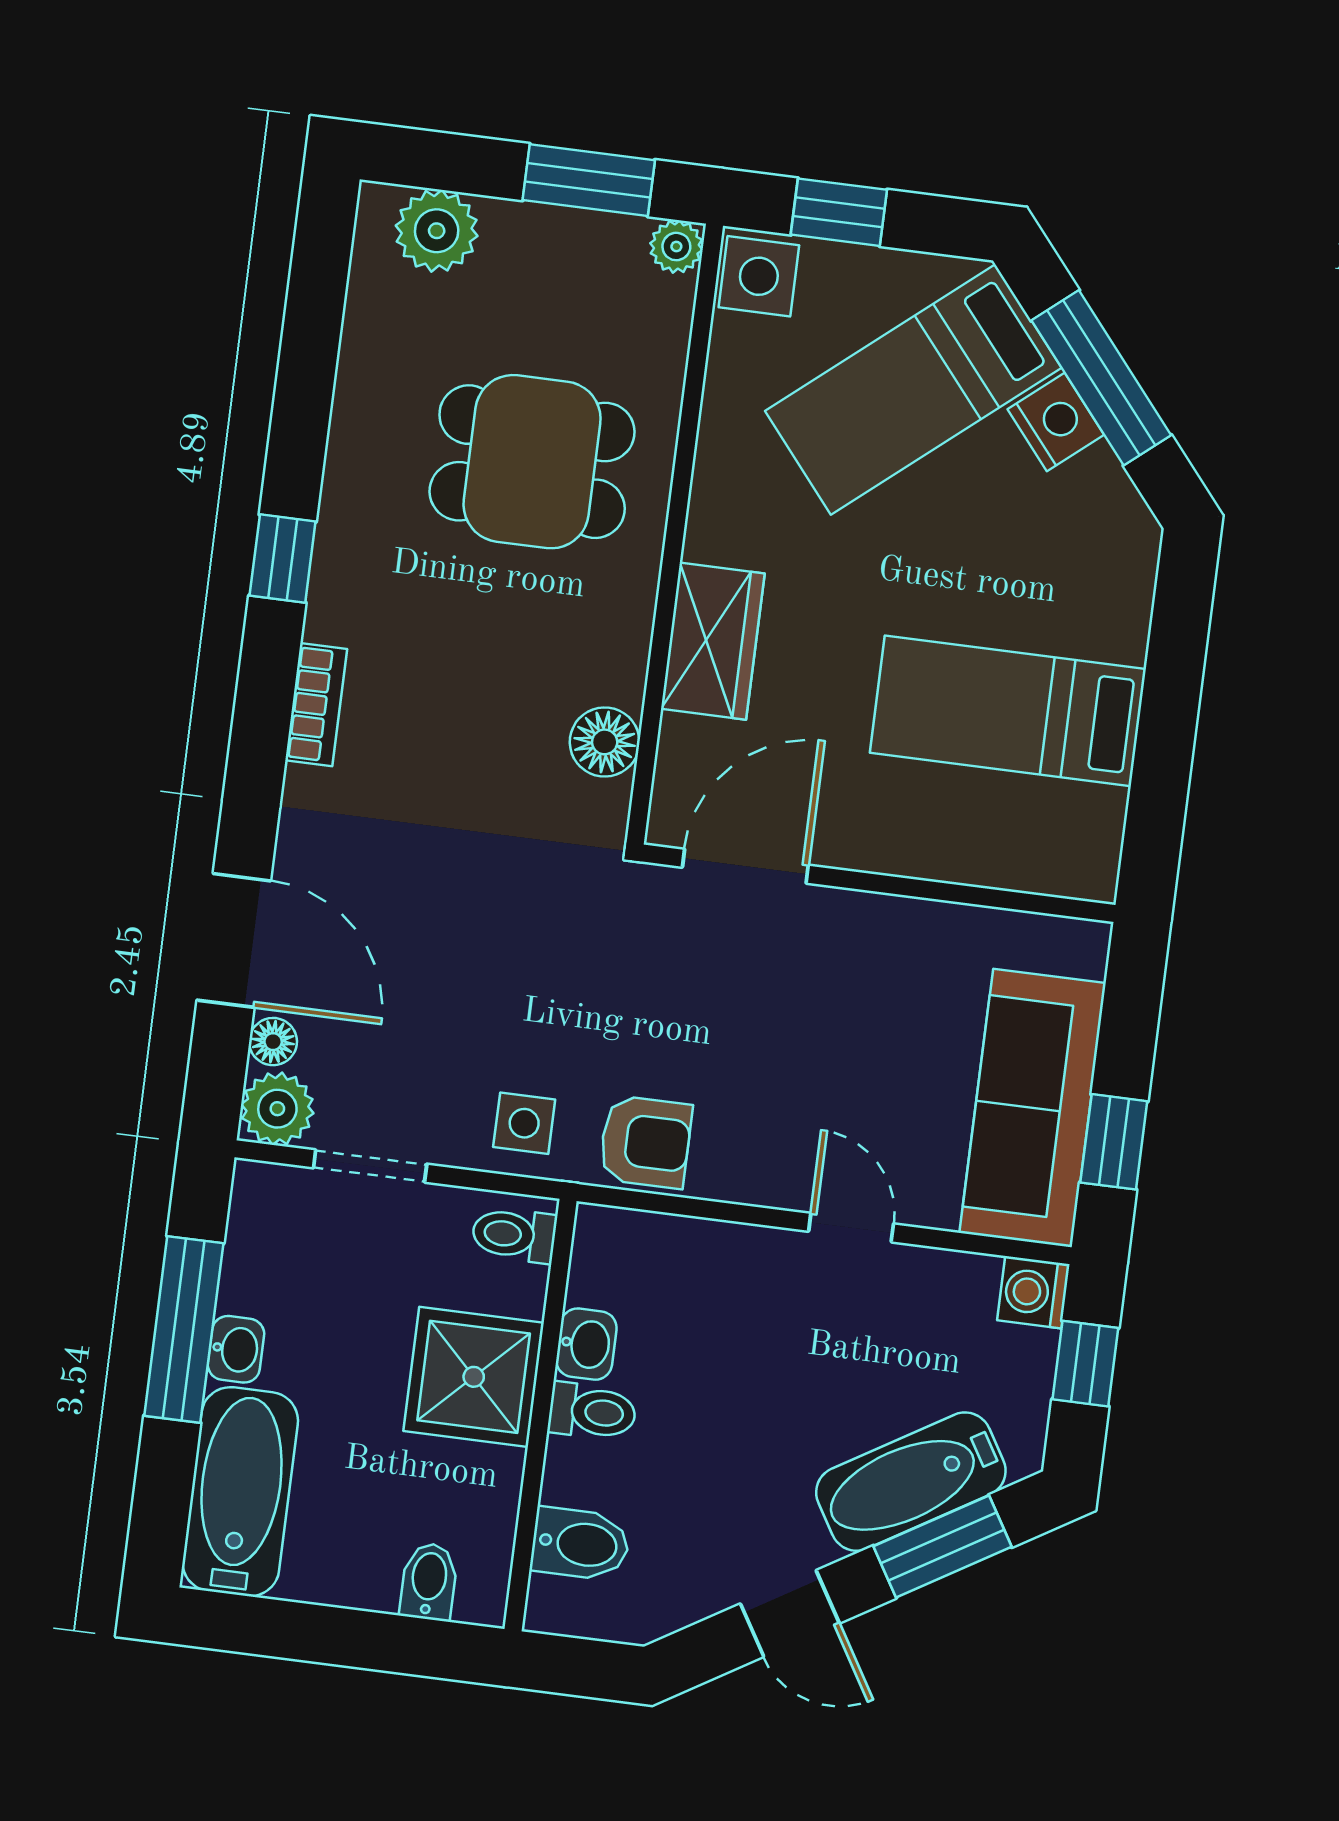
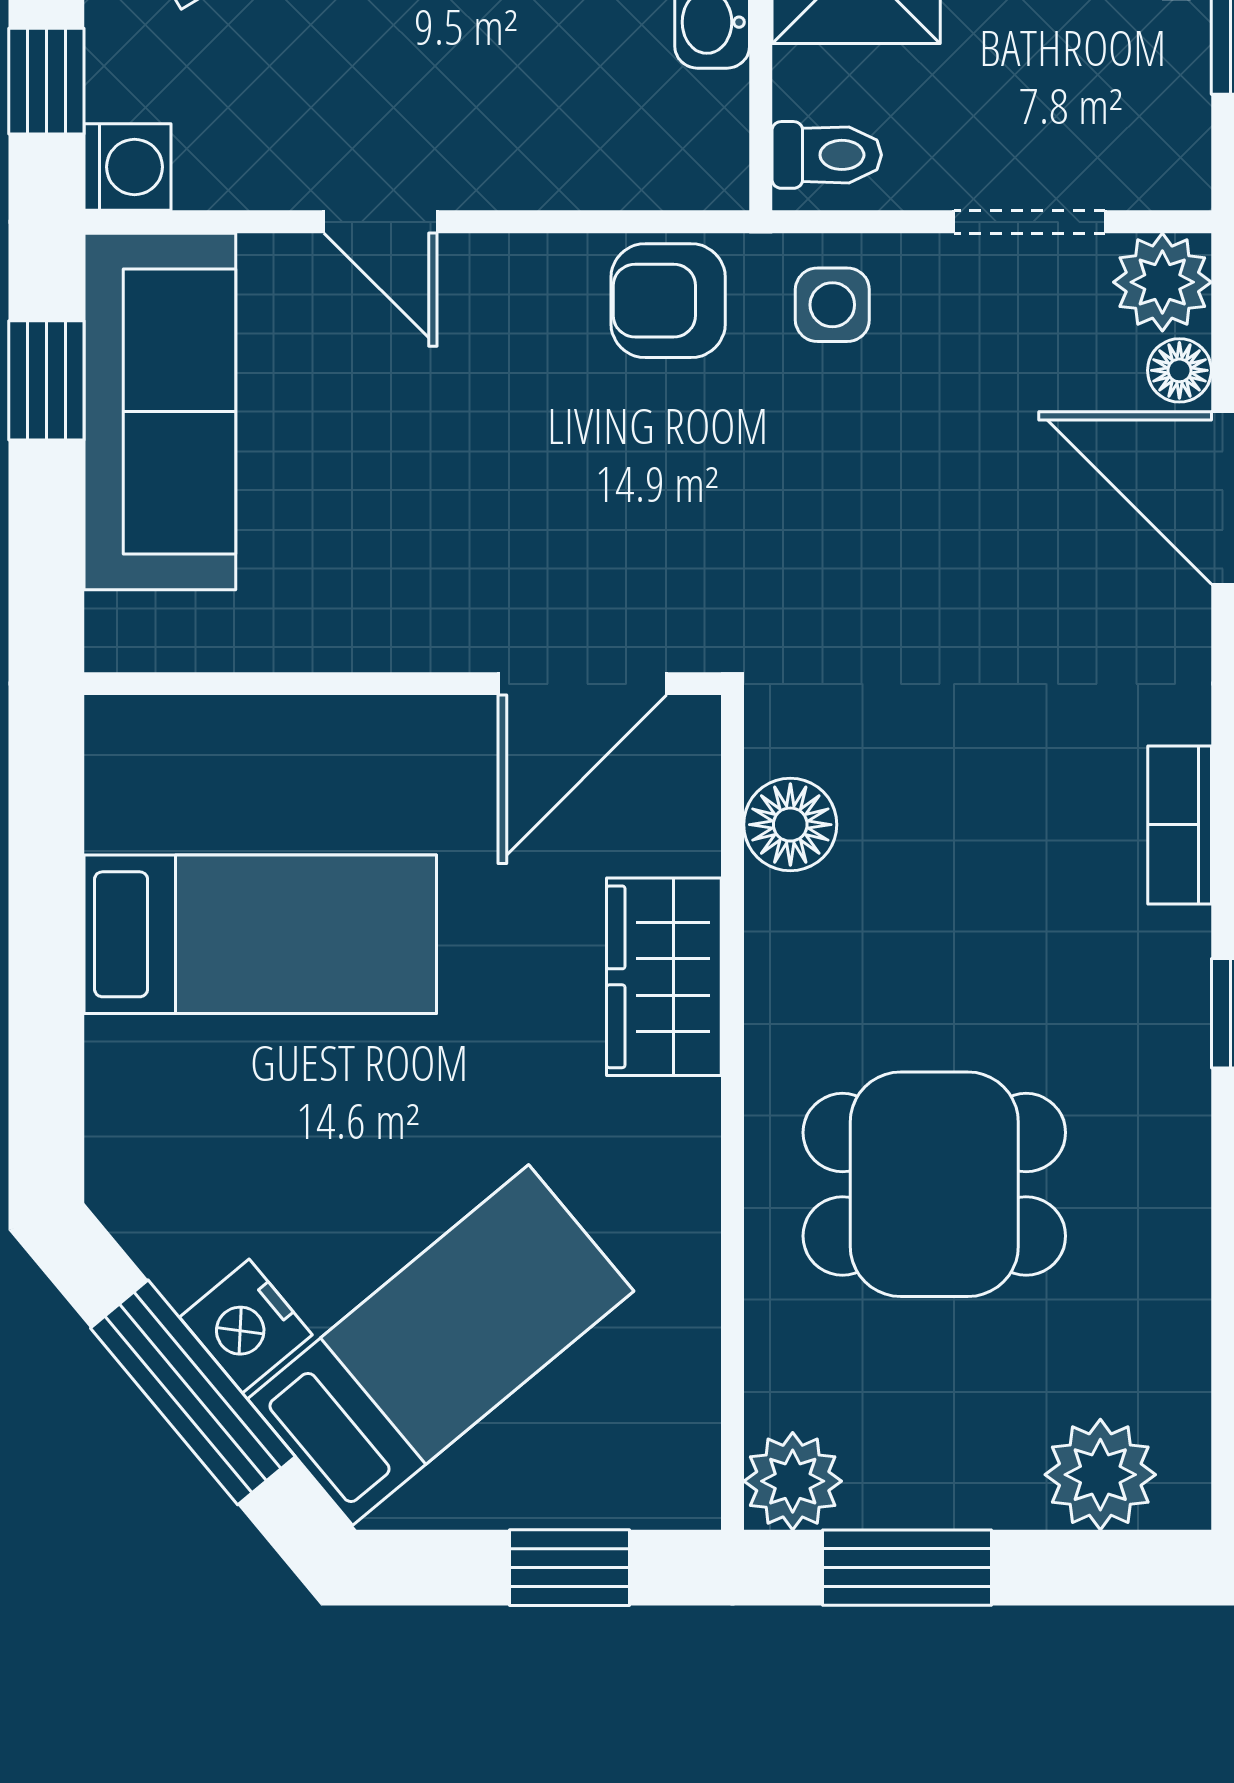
plant: (676, 247) -> (793, 1481), width x1.38, depth x1.38
side table: (759, 276) -> (665, 1469), removed

